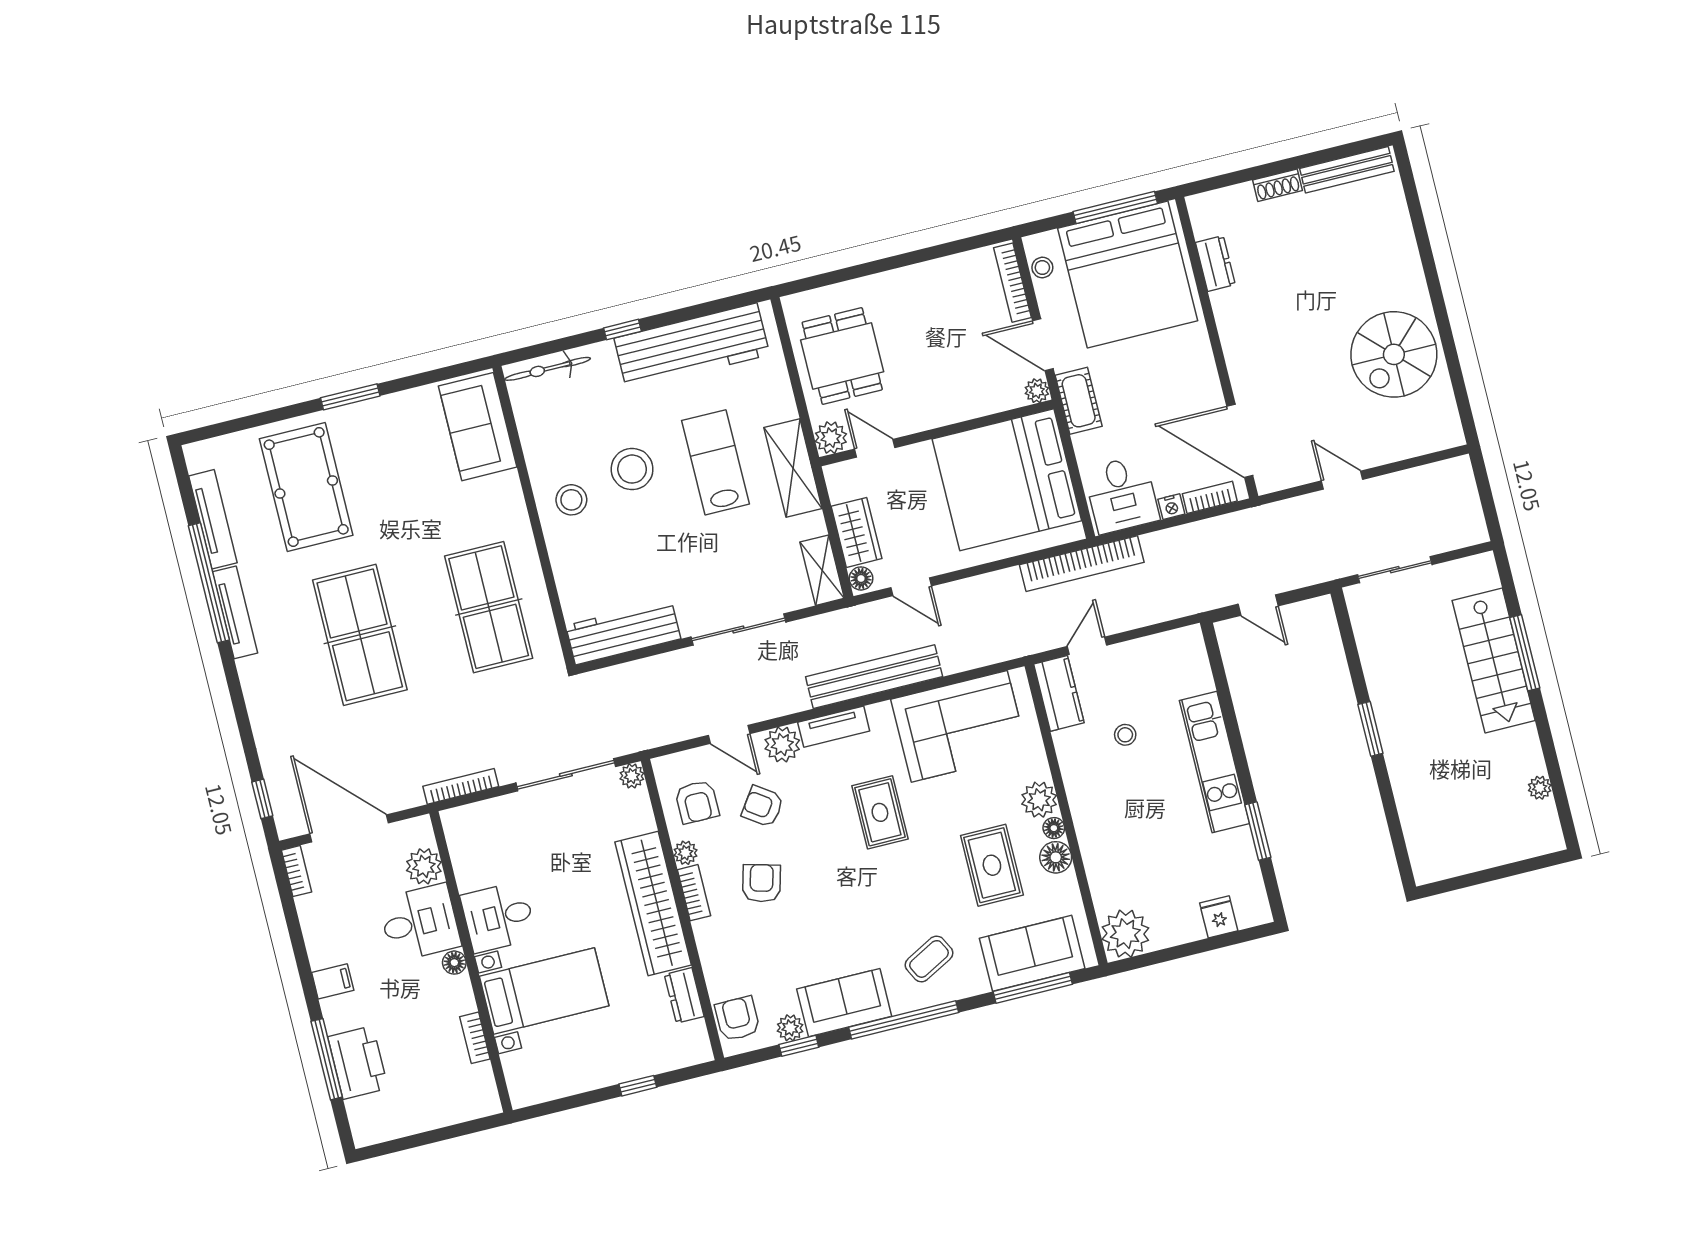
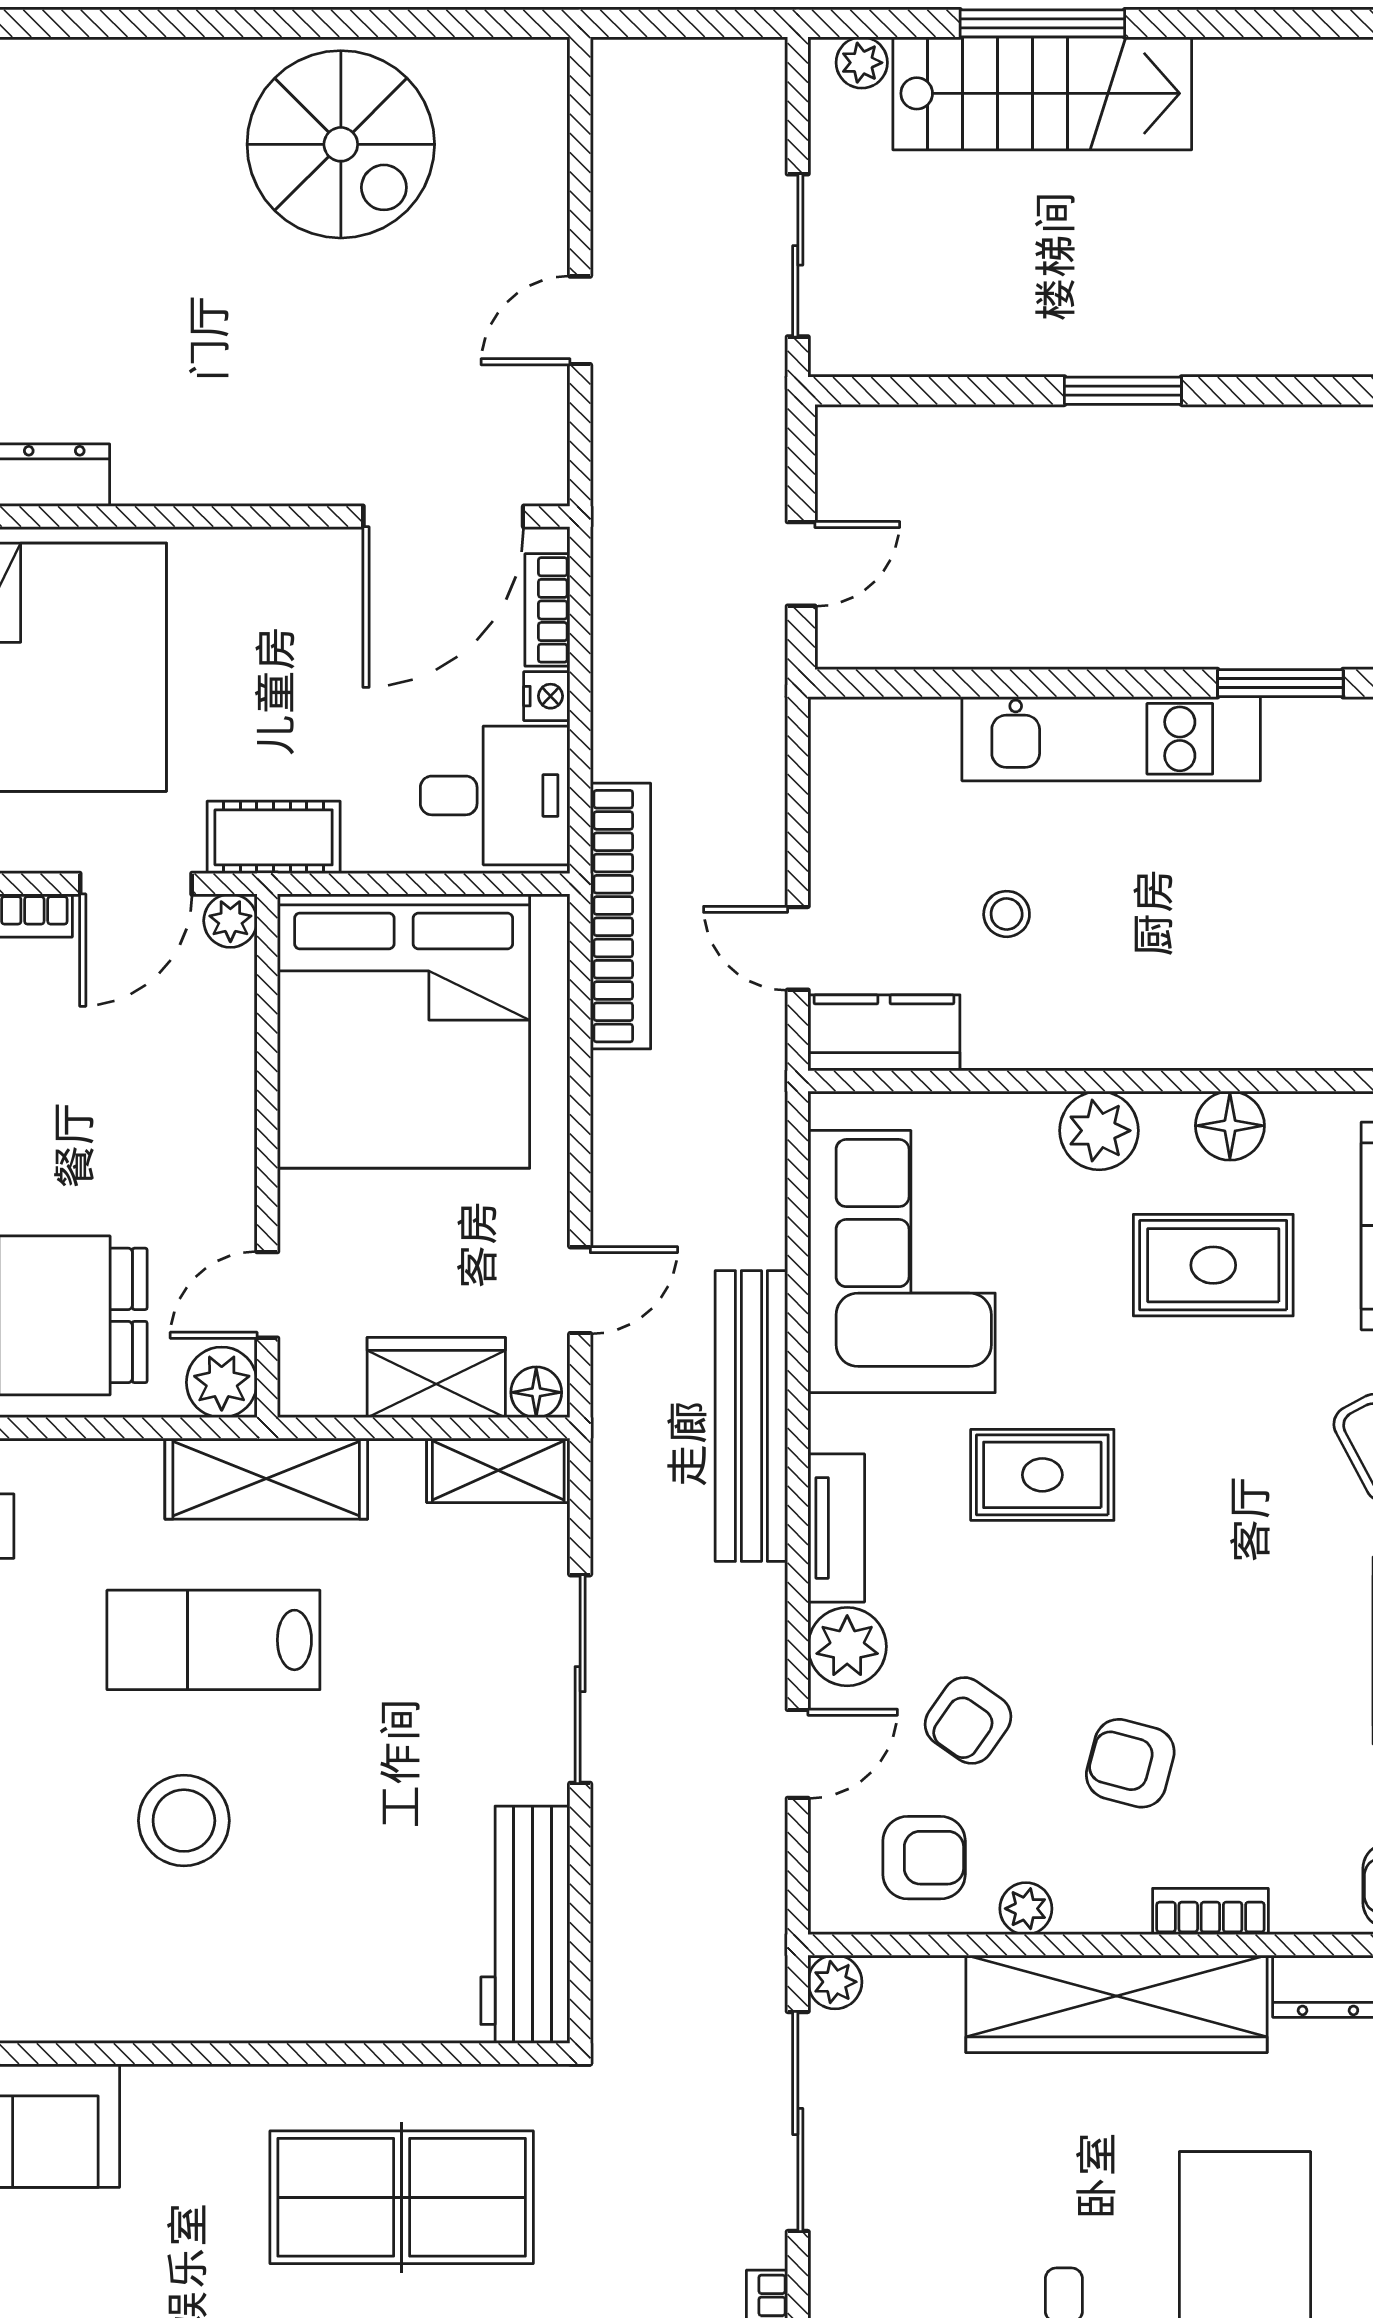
stool: (571, 500) -> (217, 1965), removed
plant: (1540, 788) -> (862, 63), moved
floor lamp: (1054, 828) -> (1167, 1114), removed
bookcase: (694, 893) -> (1210, 1911), moved

